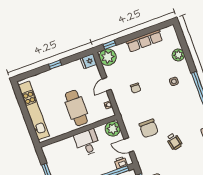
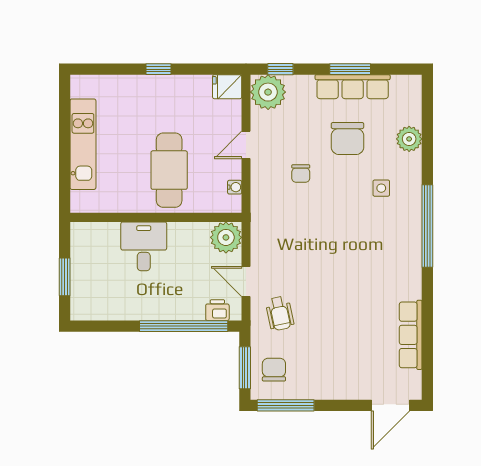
window: (141, 33) -> (350, 69), added
kitchen unit: (34, 111) -> (83, 144), width x0.73
chair: (149, 128) -> (347, 139), moved
wheelchair: (174, 141) -> (280, 313), moved
desk: (87, 143) -> (144, 246), moved

